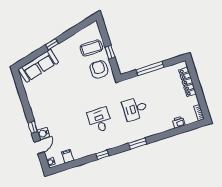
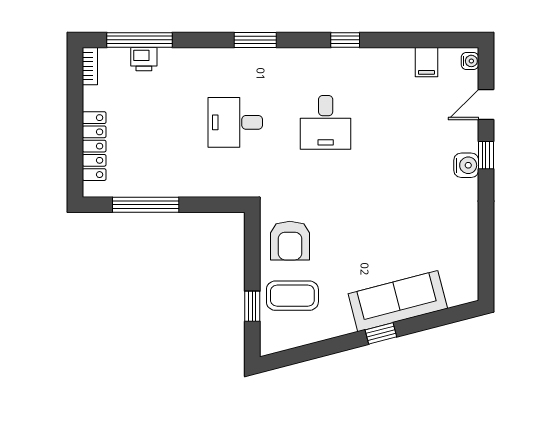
window: (110, 52) -> (252, 306), moved
sofa: (38, 66) -> (398, 301), moved
window: (150, 69) -> (146, 205), moved
desk: (135, 109) -> (235, 122), turned 180
window: (183, 129) -> (140, 40), added
water cooler: (43, 133) -> (466, 165), moved

